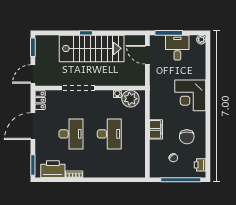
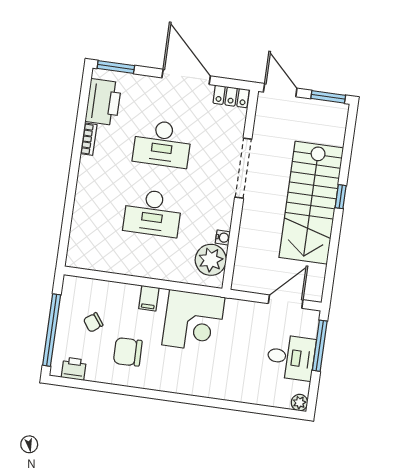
corner desk: (190, 95) -> (193, 321), moved, turned 180
filing cabinet: (156, 129) -> (149, 298), width x0.50

